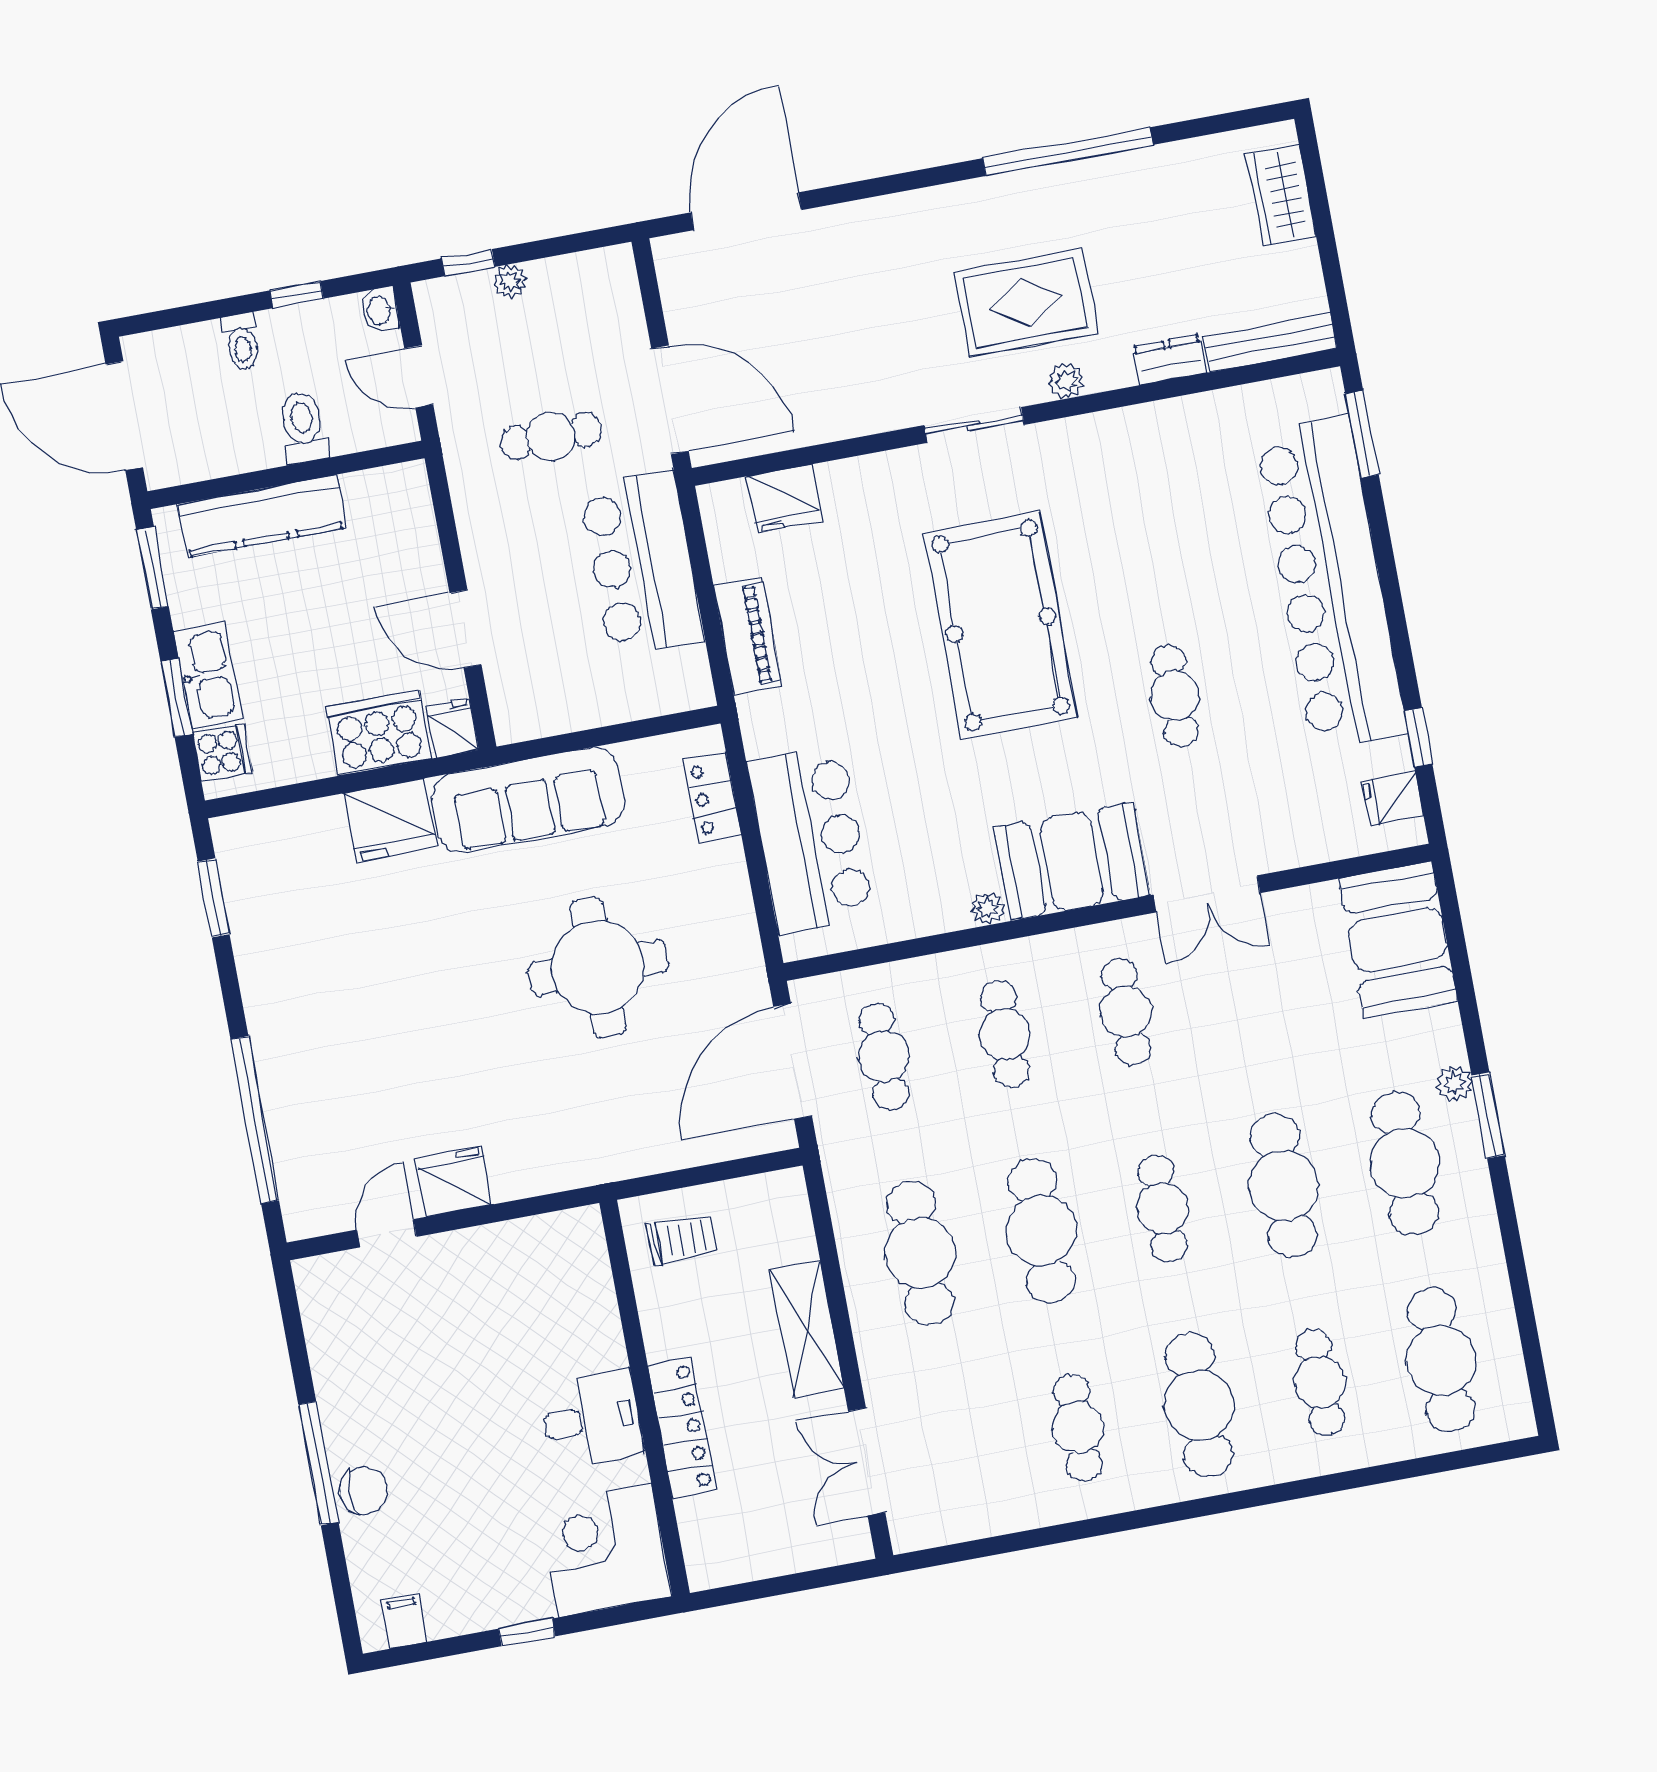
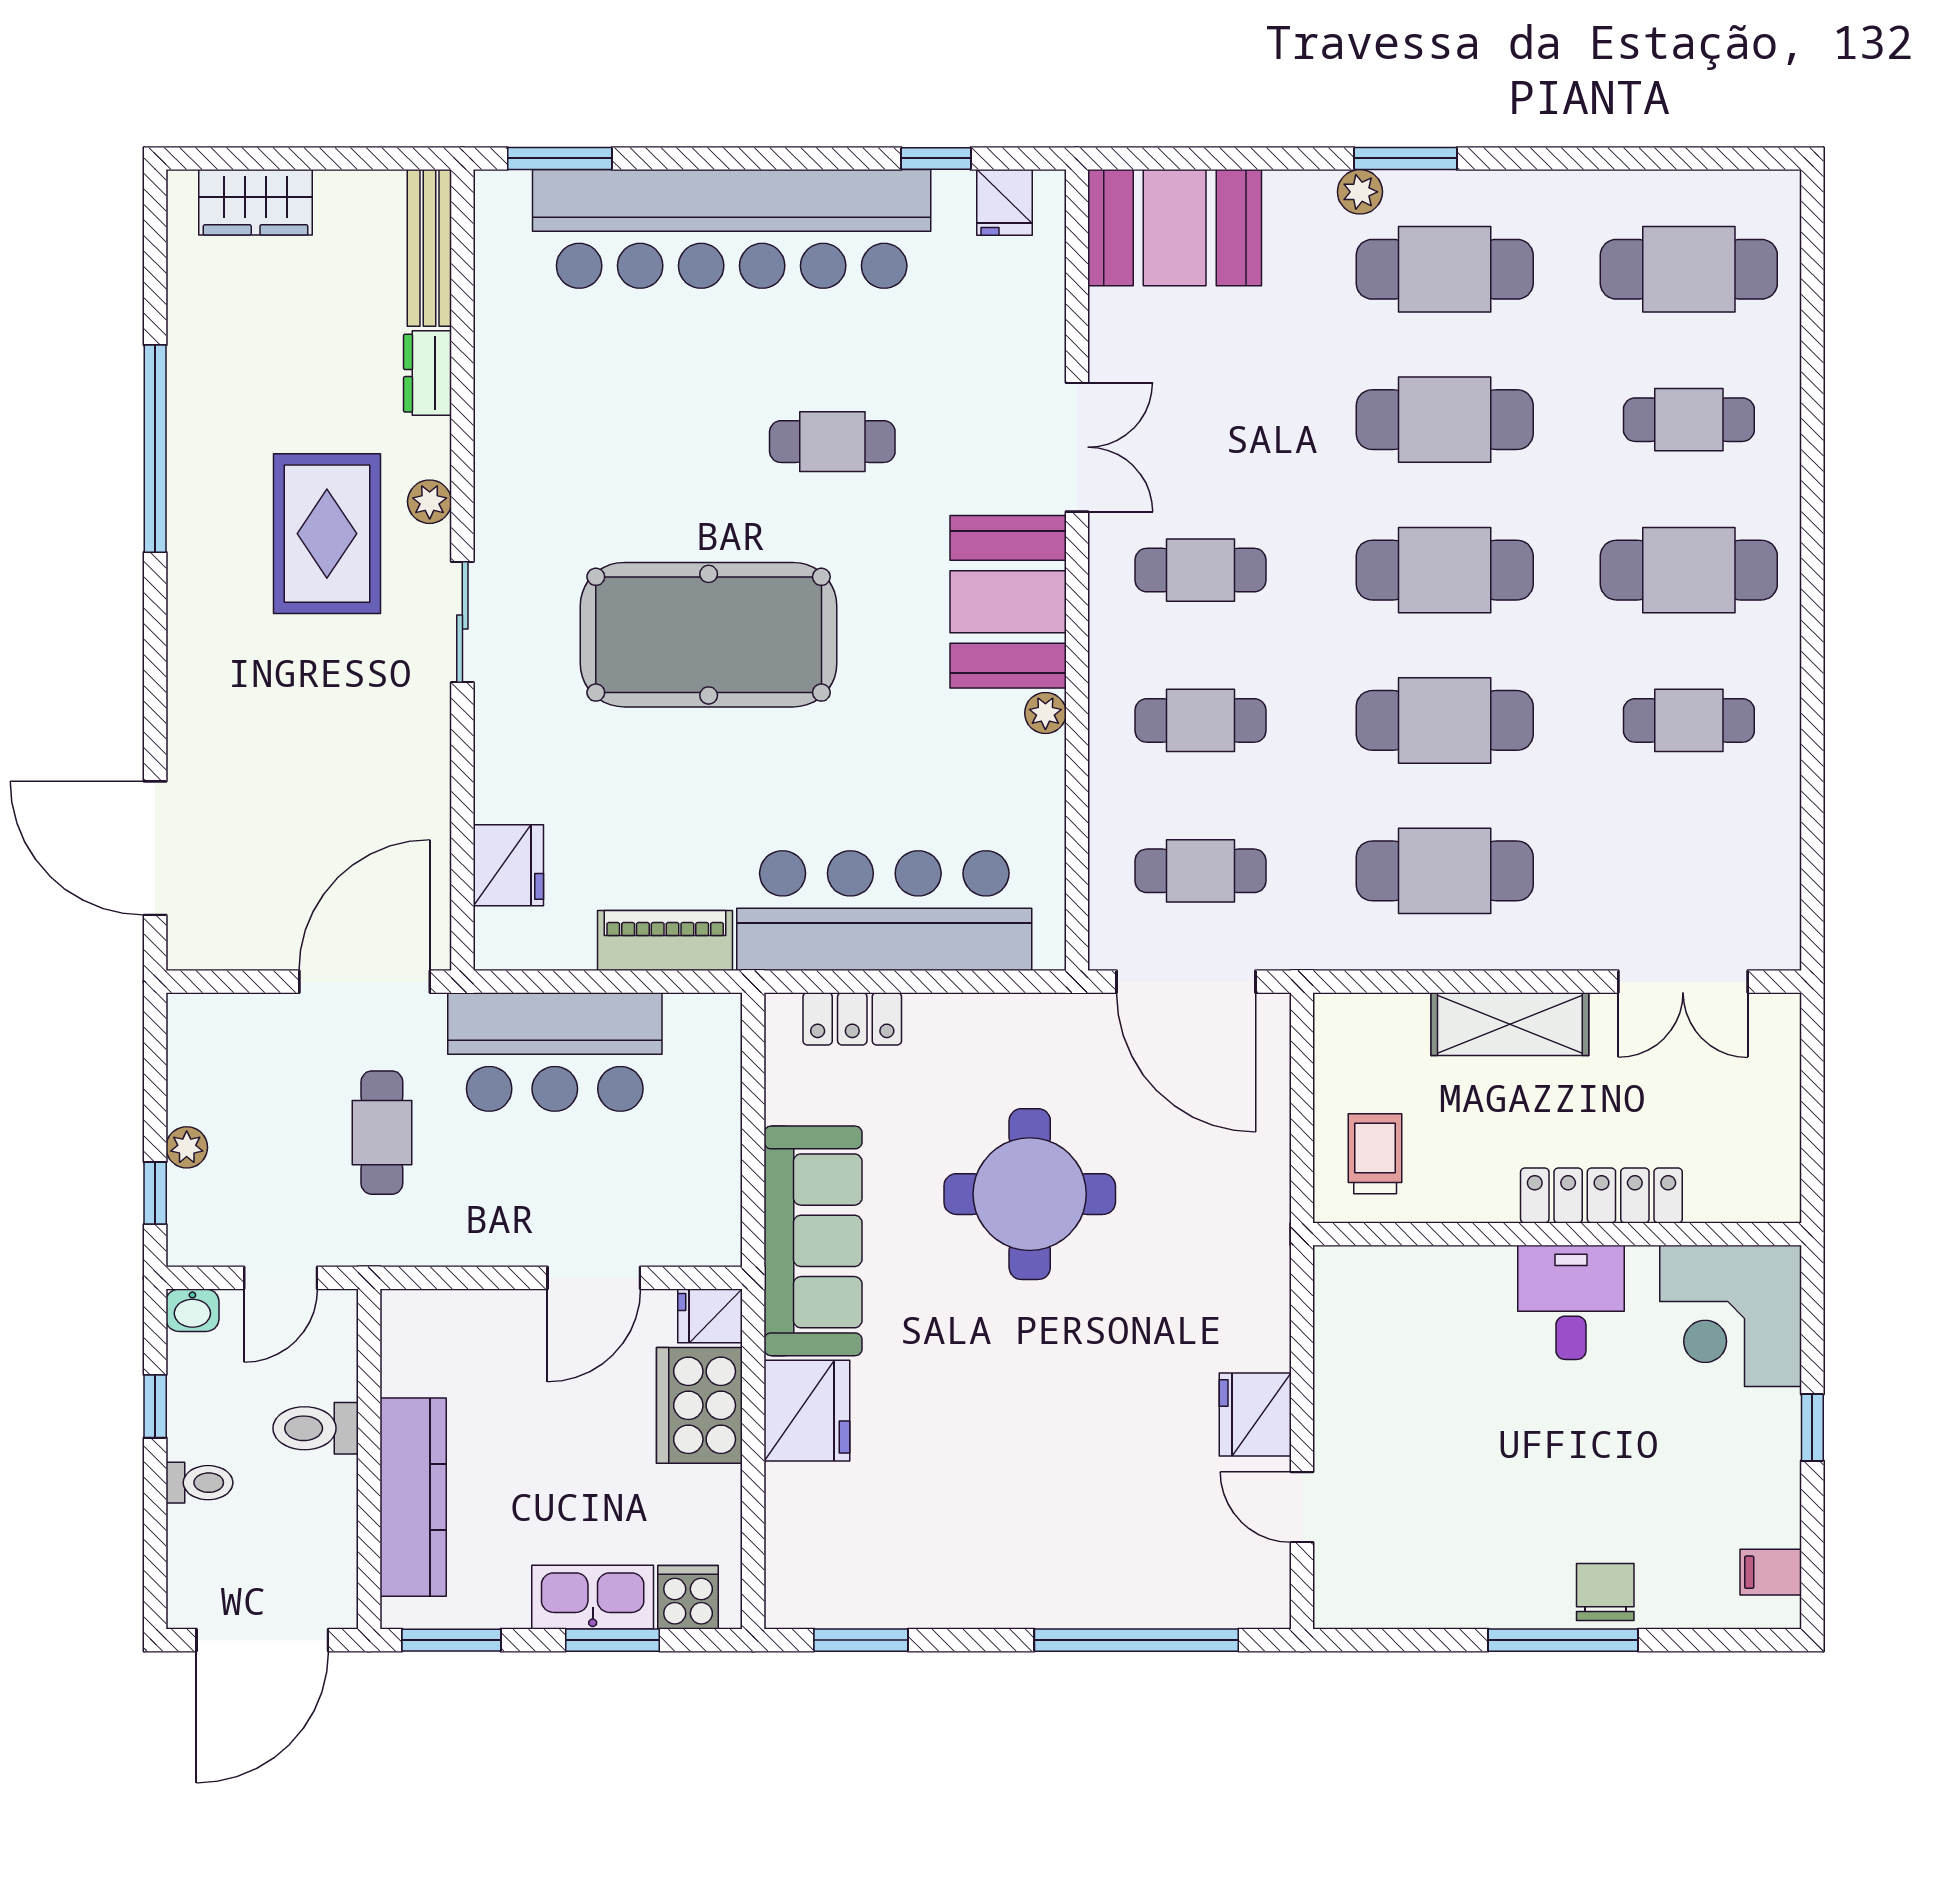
bar counter: (811, 839) -> (884, 911), width x1.36
cafe table: (1163, 1208) -> (1445, 570), width x1.37, depth x1.35

